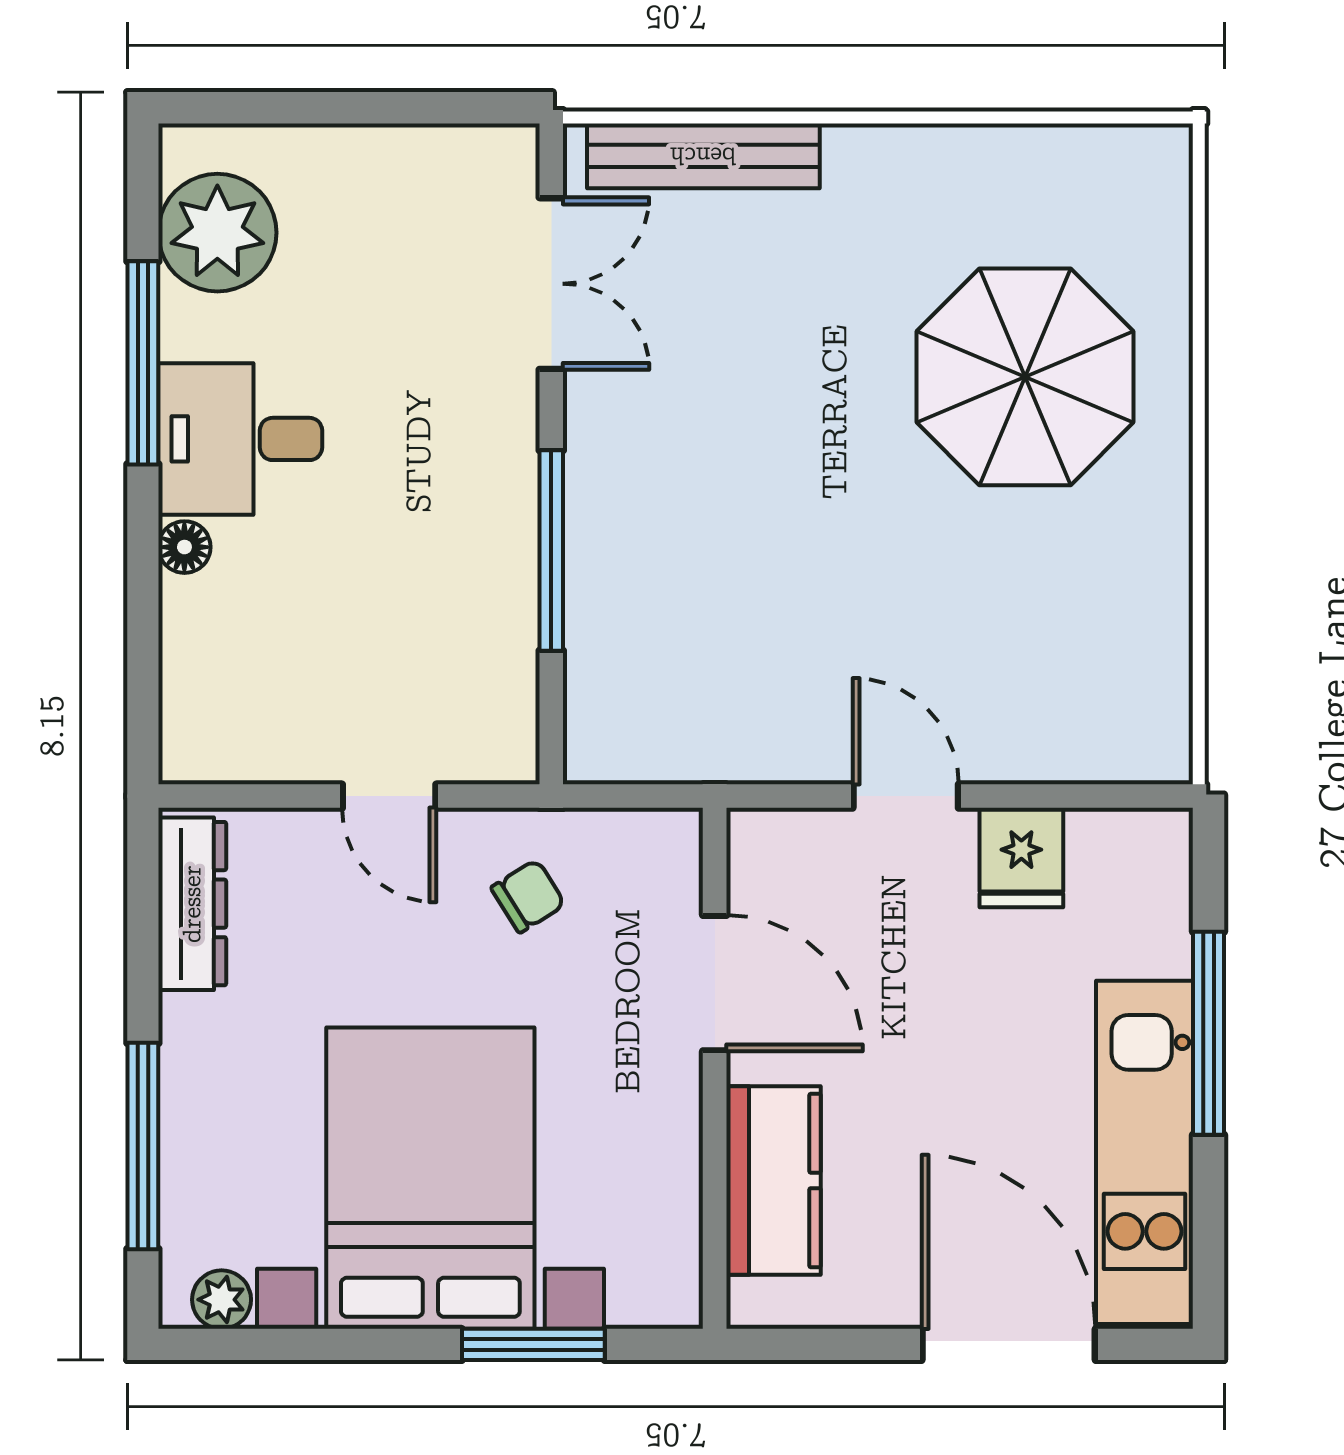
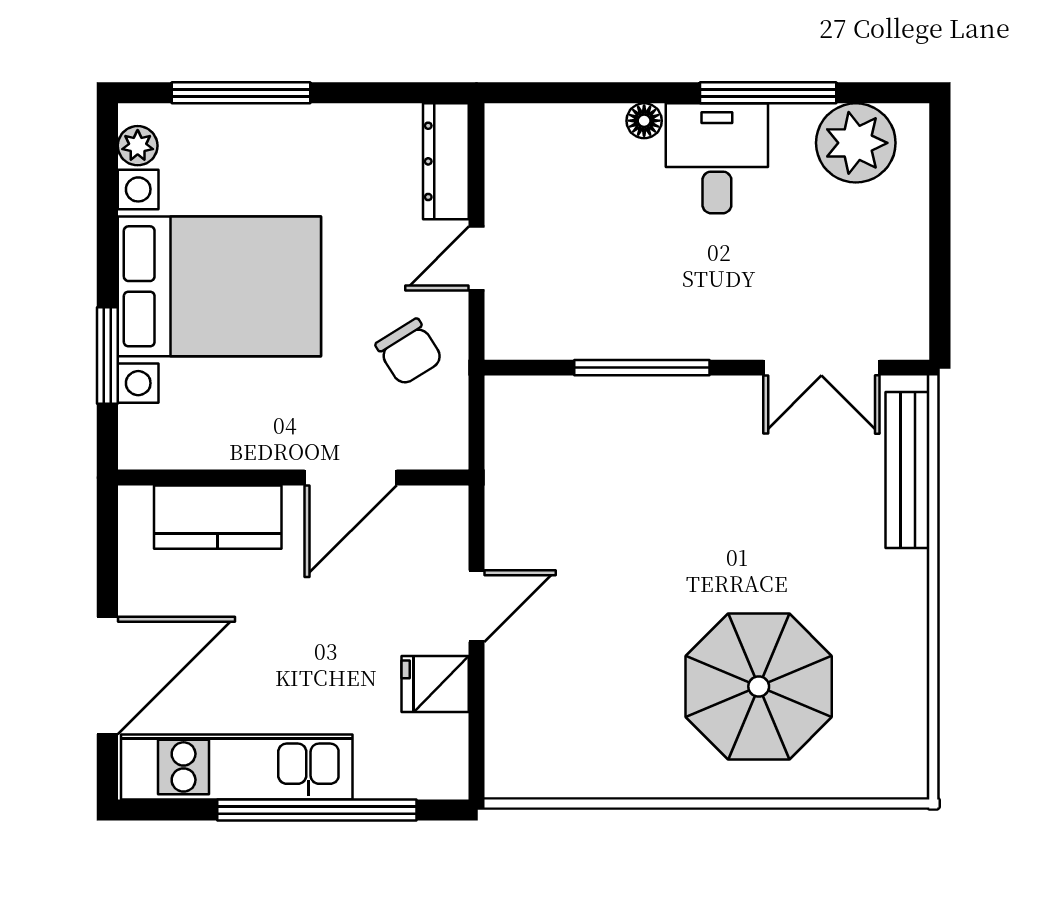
chair: (528, 896) -> (409, 352), width x1.37, depth x1.37
dresser: (192, 904) -> (446, 161), moved, turned 90
window: (1209, 1033) -> (317, 810), width x1.46

